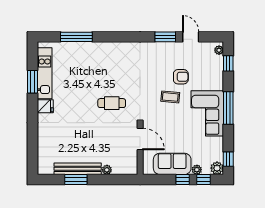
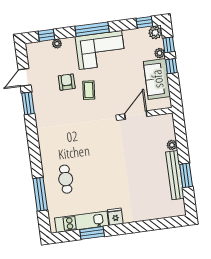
plant: (219, 50) -> (57, 44), moved
cafe table: (112, 103) -> (66, 179), moved

